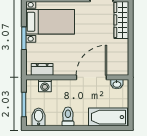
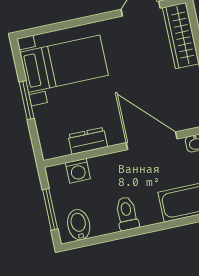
dresser: (42, 69) -> (88, 141), moved
door: (91, 77) -> (152, 141), hinge flipped

